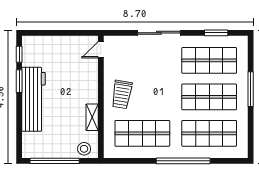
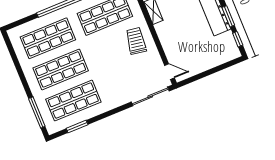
sliding door: (159, 33) -> (150, 96), moved
door: (101, 50) -> (170, 72), hinge flipped
window: (251, 89) -> (37, 112), moved

